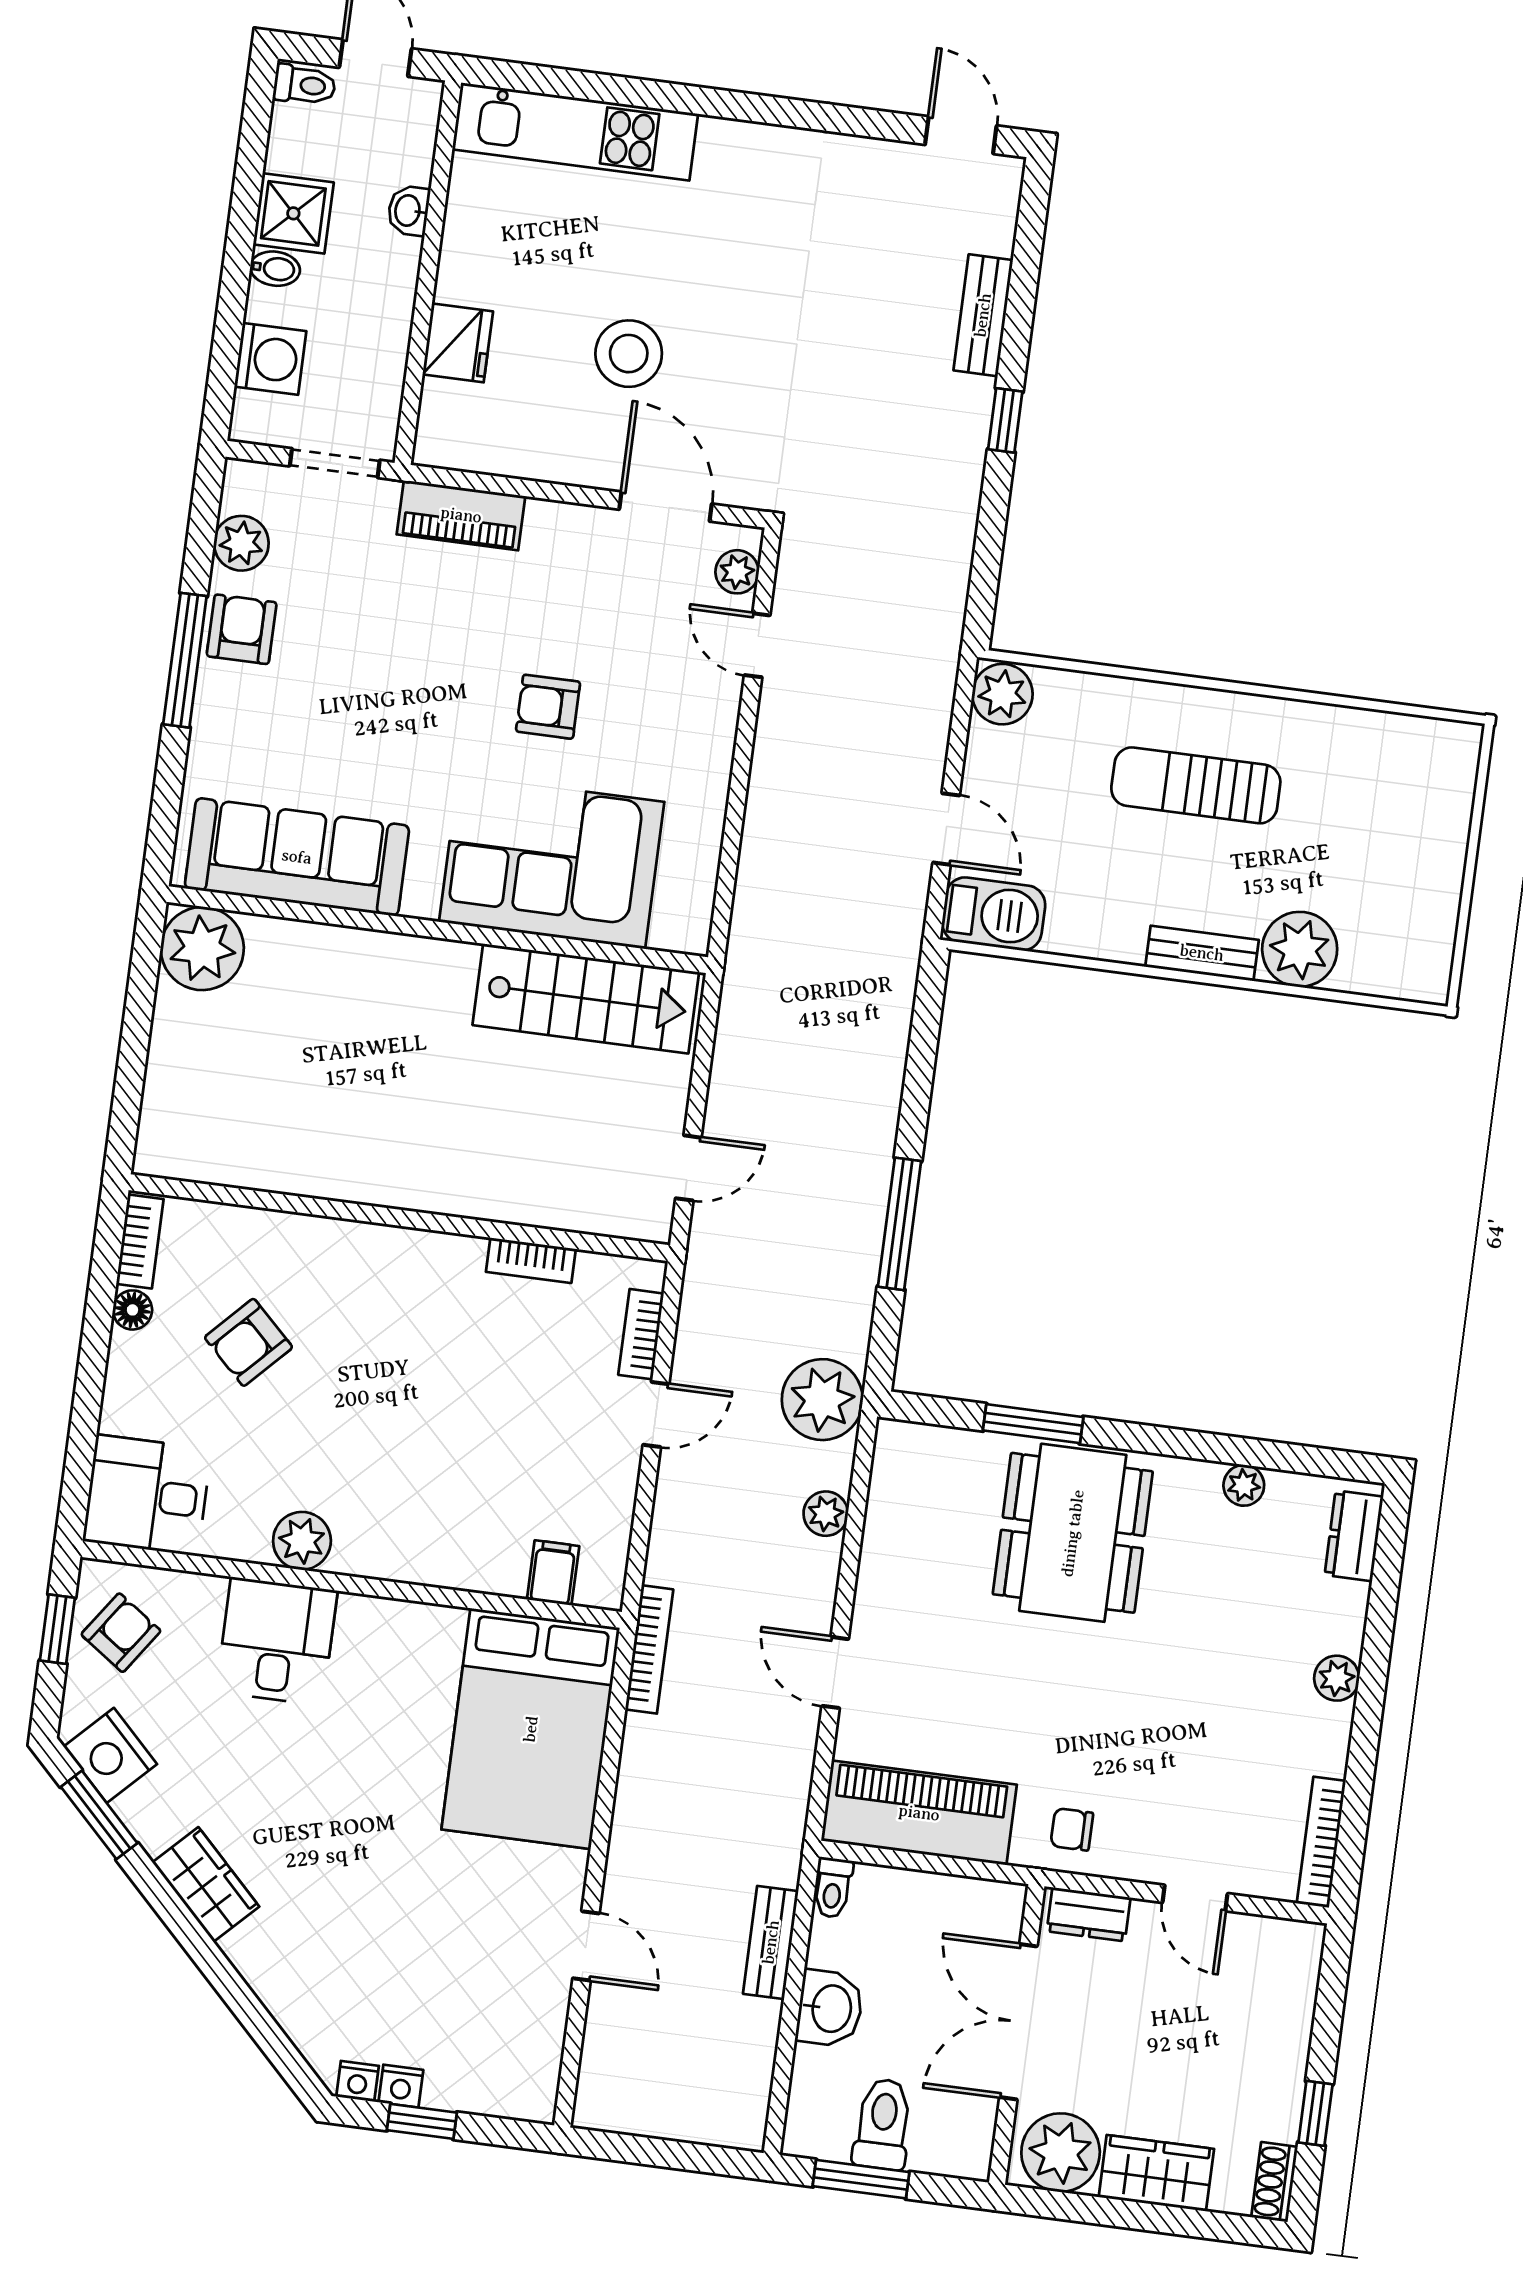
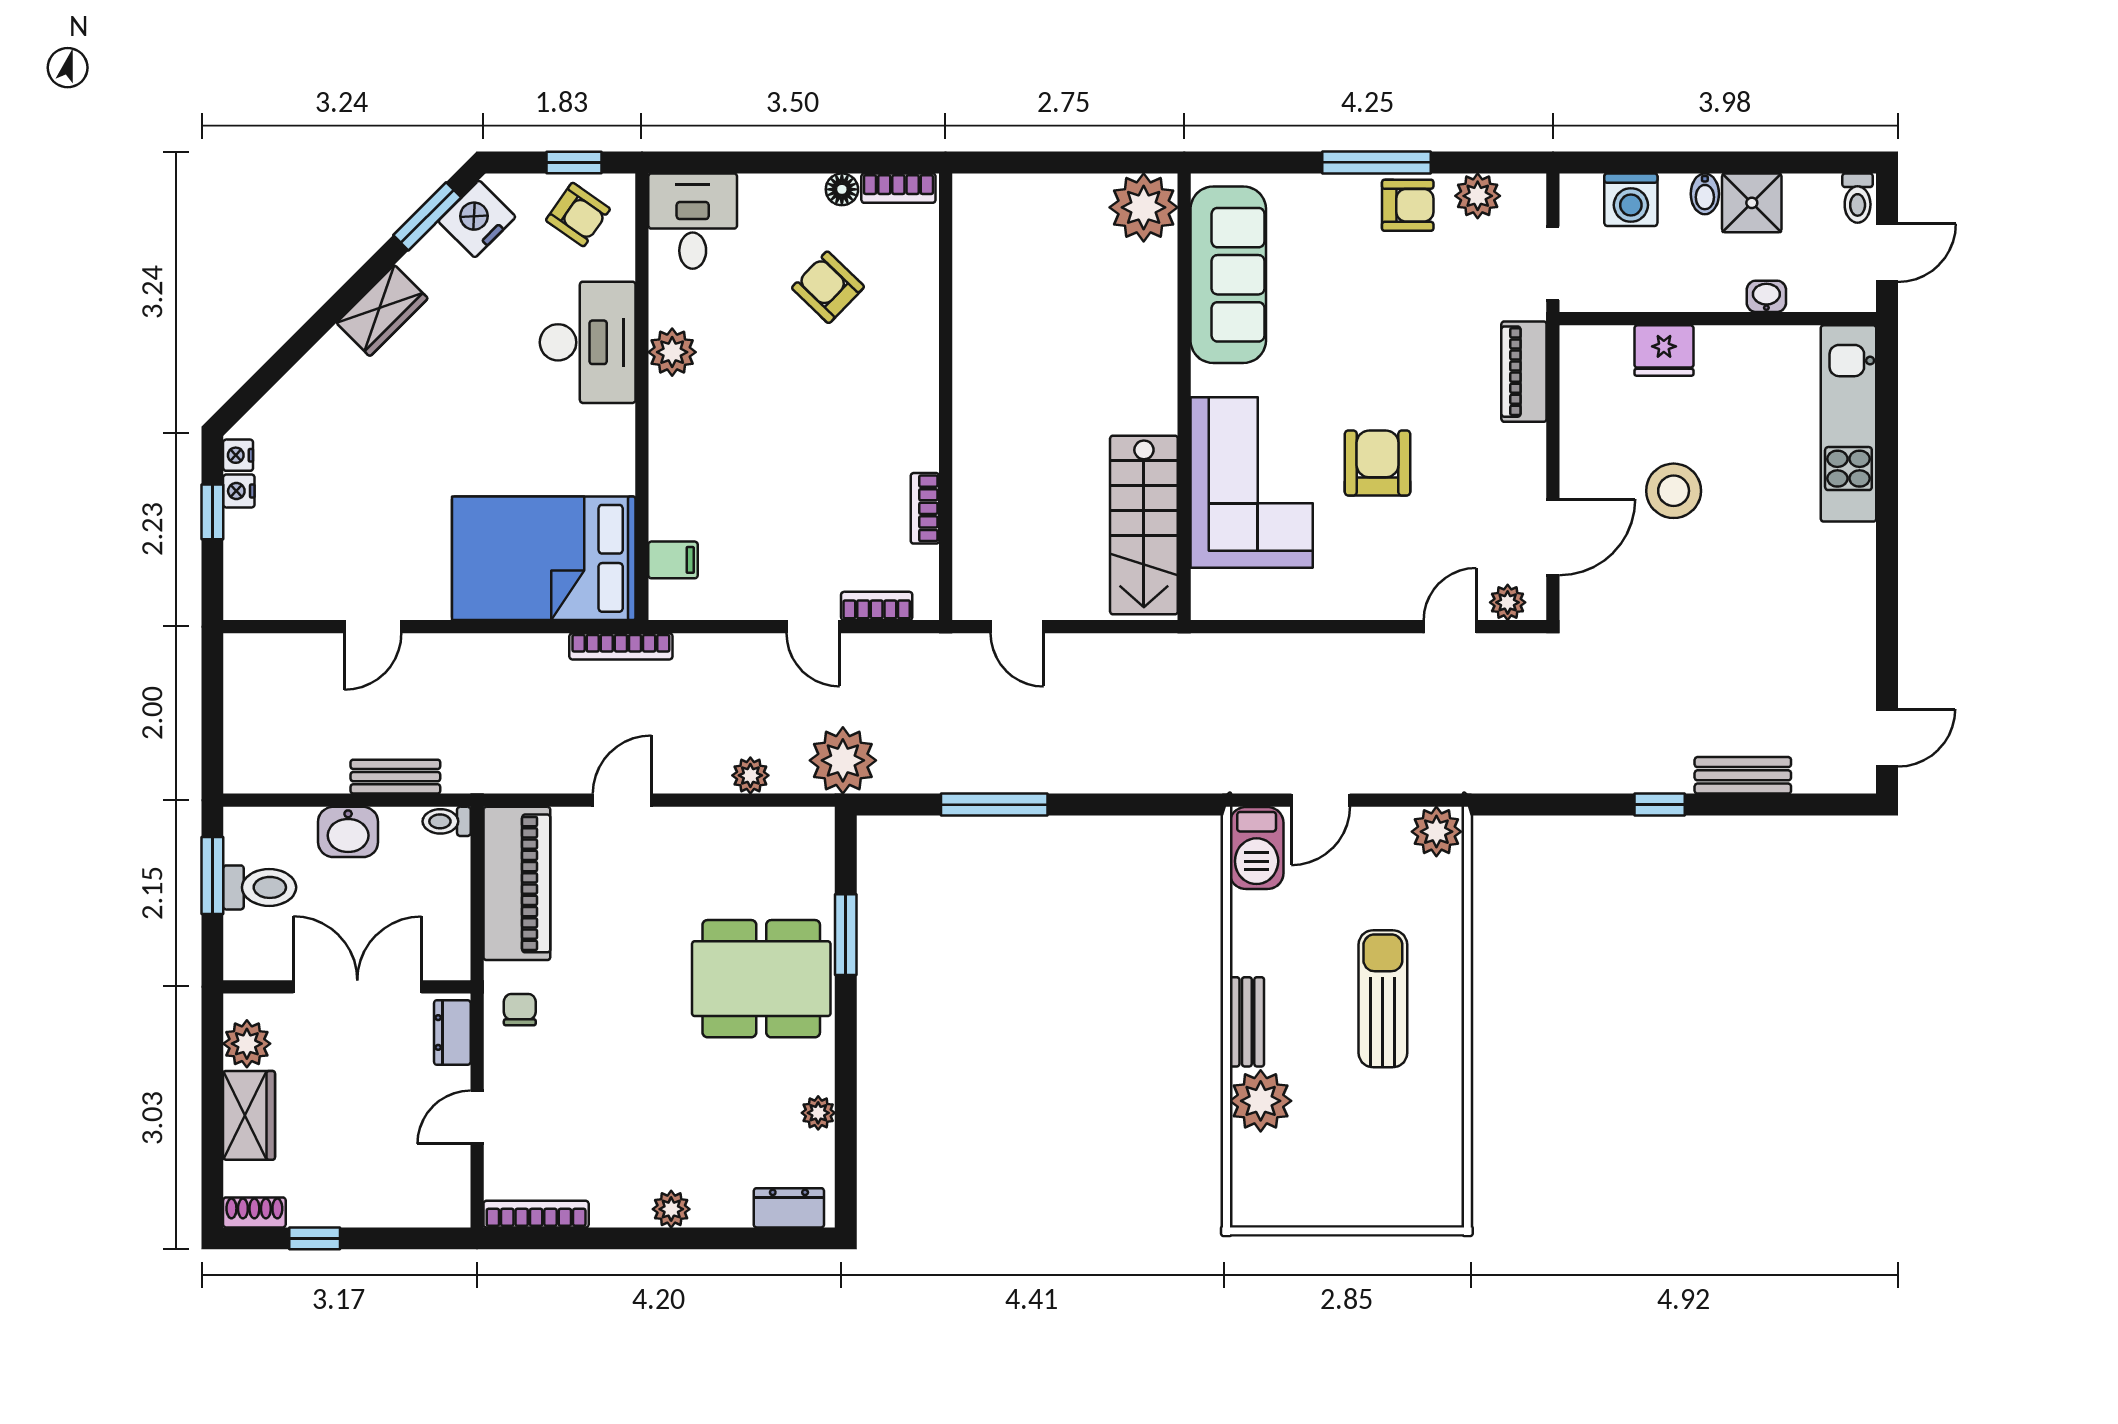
armchair: (548, 707) -> (1378, 463), width x1.38, depth x1.38
desk: (277, 1641) -> (588, 342), width x1.37
plant: (1061, 2153) -> (247, 1044), width x0.73, depth x0.73

